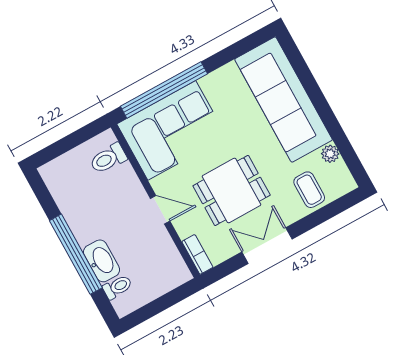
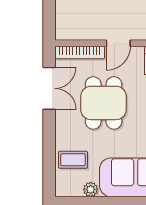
double door: (267, 246) -> (49, 88), moved
bookcase: (197, 254) -> (80, 52), width x1.56

